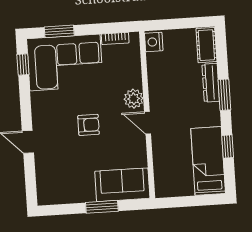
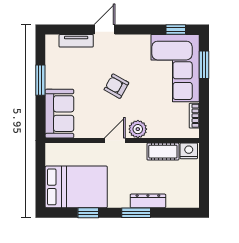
cot: (206, 45) -> (163, 152), moved
armchair: (89, 125) -> (116, 86), turned 119
bed: (208, 161) -> (76, 187), width x1.50
tv unit: (42, 172) -> (76, 41), added
window: (102, 207) -> (40, 80), moved

